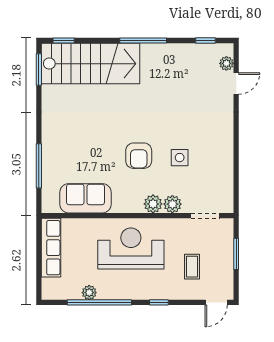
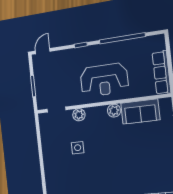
armchair: (139, 156) -> (106, 146), removed
plant: (153, 204) -> (114, 111), moved
coffee table: (192, 267) -> (61, 73), removed
plant: (89, 293) -> (130, 44), removed

